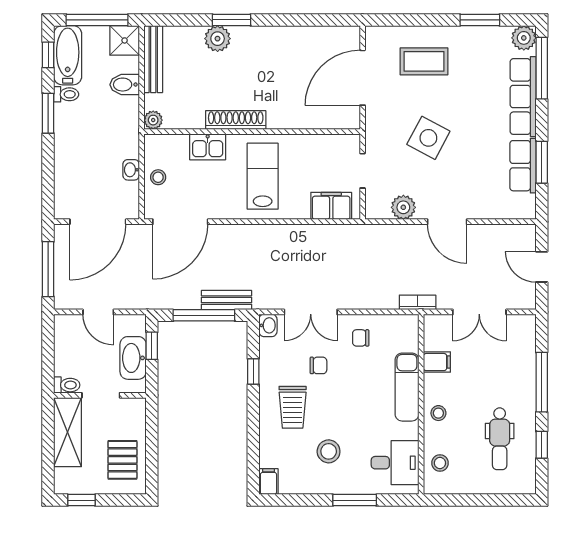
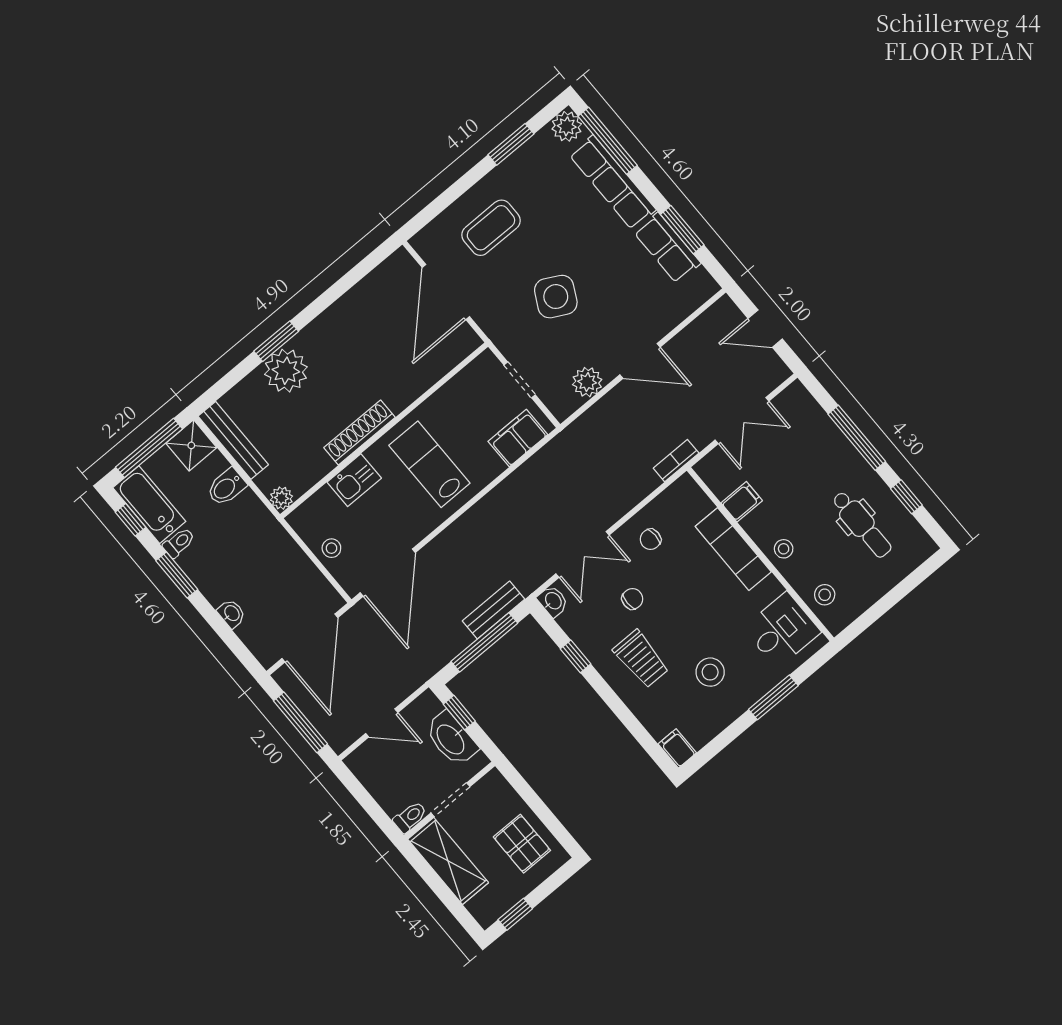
plant: (218, 39) -> (286, 371), width x1.36, depth x1.36
washbasin: (131, 170) -> (232, 614), moved, turned 180

